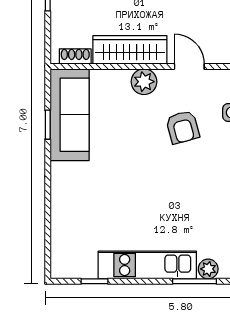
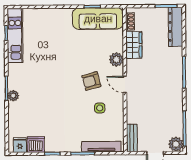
wardrobe: (130, 50) -> (134, 45), width x0.67
door: (189, 66) -> (125, 84), swing flipped
kitchen unit: (147, 265) -> (15, 35), moved

